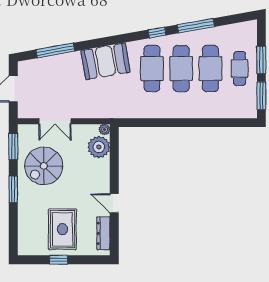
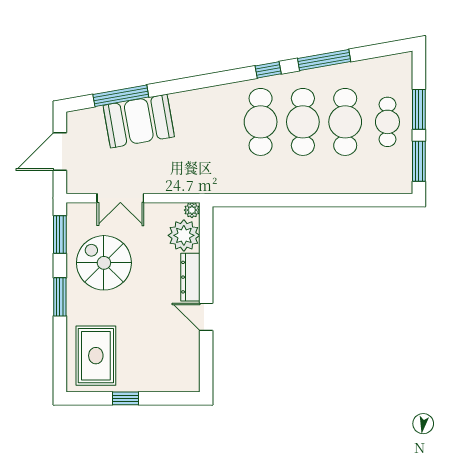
booth: (105, 61) -> (139, 121), moved
spiral stairs: (44, 166) -> (104, 263), turned 90
rug: (62, 229) -> (96, 356), moved
dresser: (103, 233) -> (190, 277), moved

